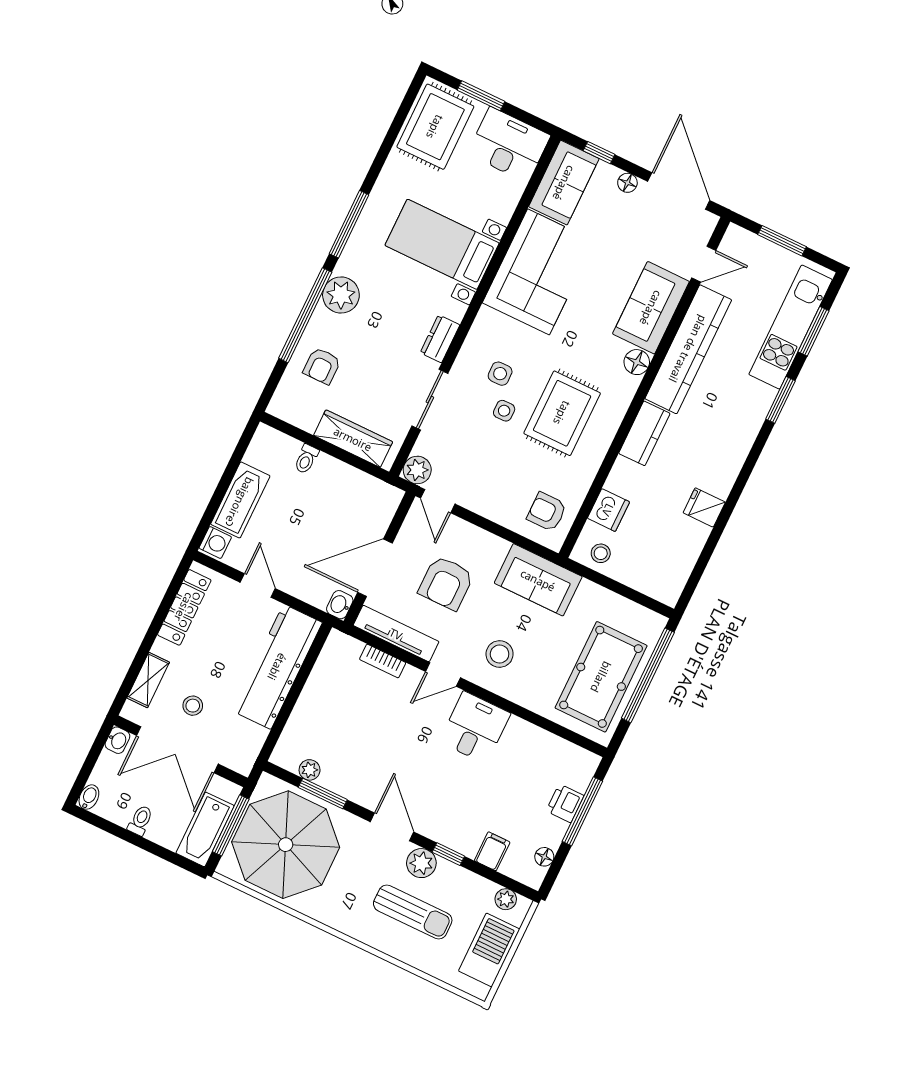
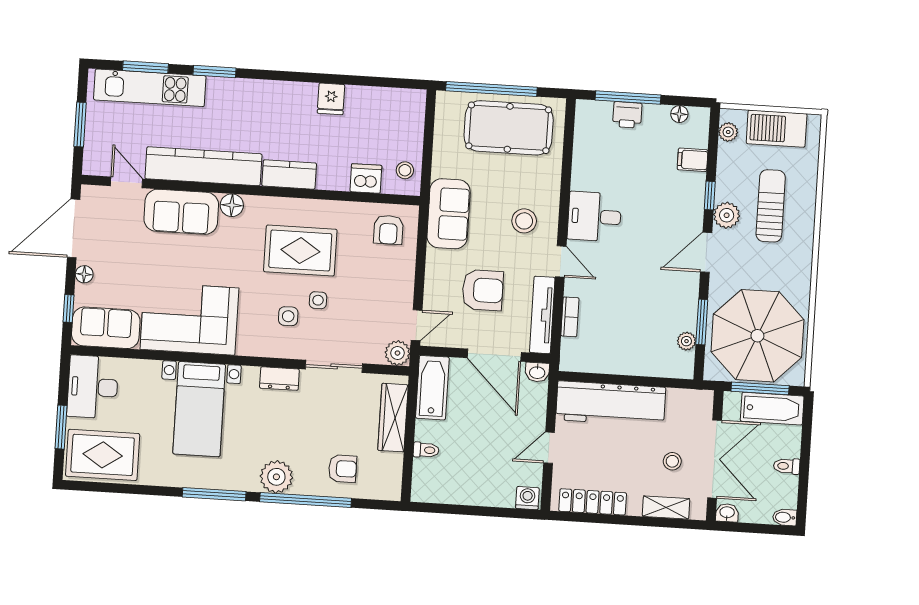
bathtub: (240, 500) -> (432, 388), moved, turned 90

